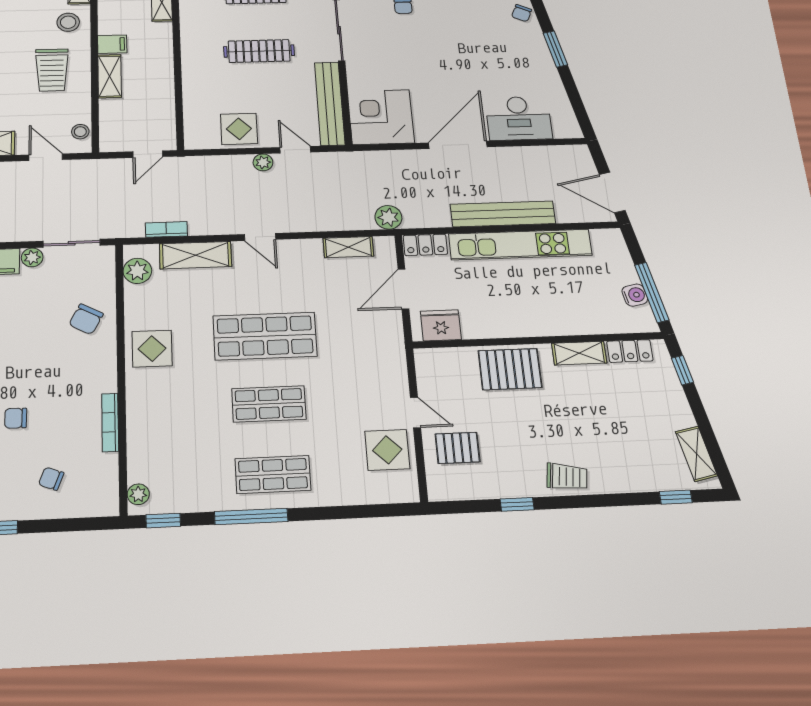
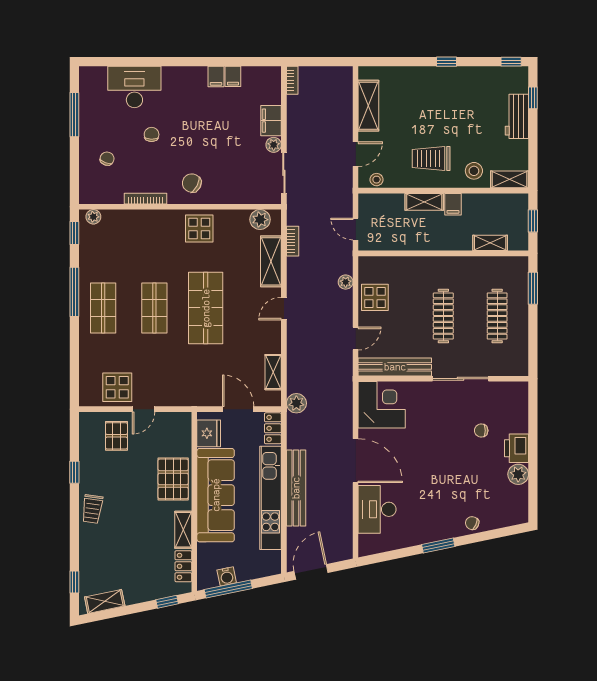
plant: (263, 162) -> (346, 282), moved
sofa: (526, 313) -> (216, 495), added
chair: (86, 319) -> (192, 183), moved

